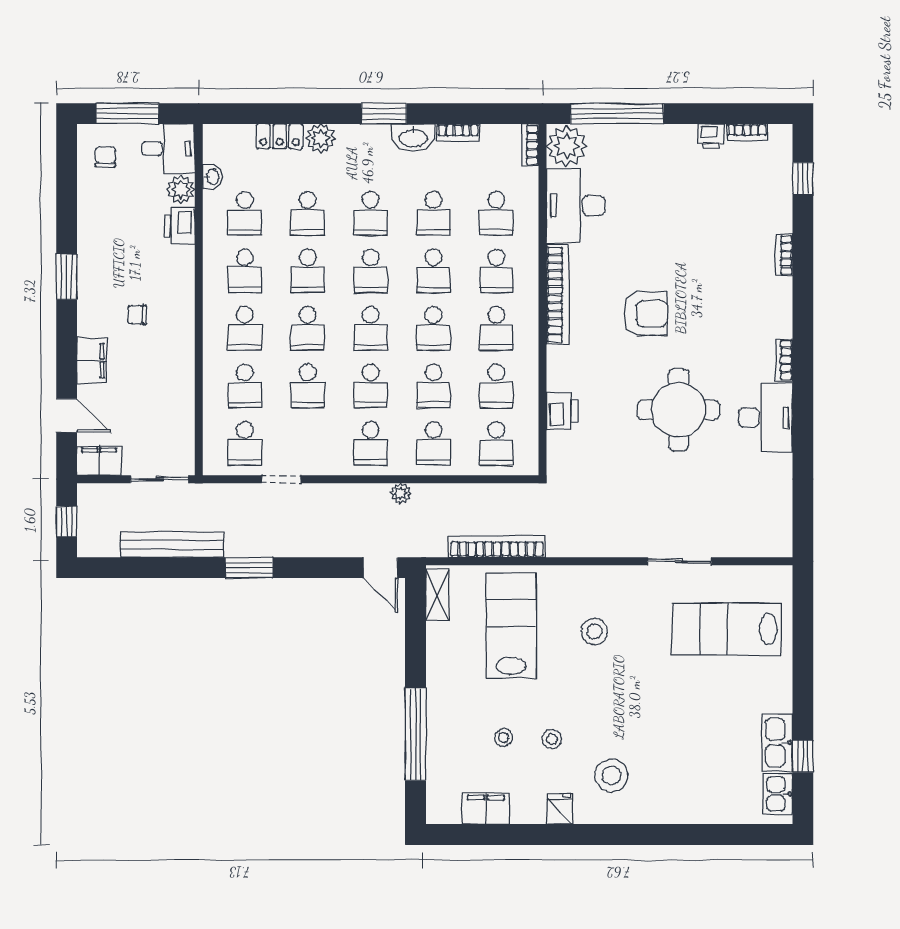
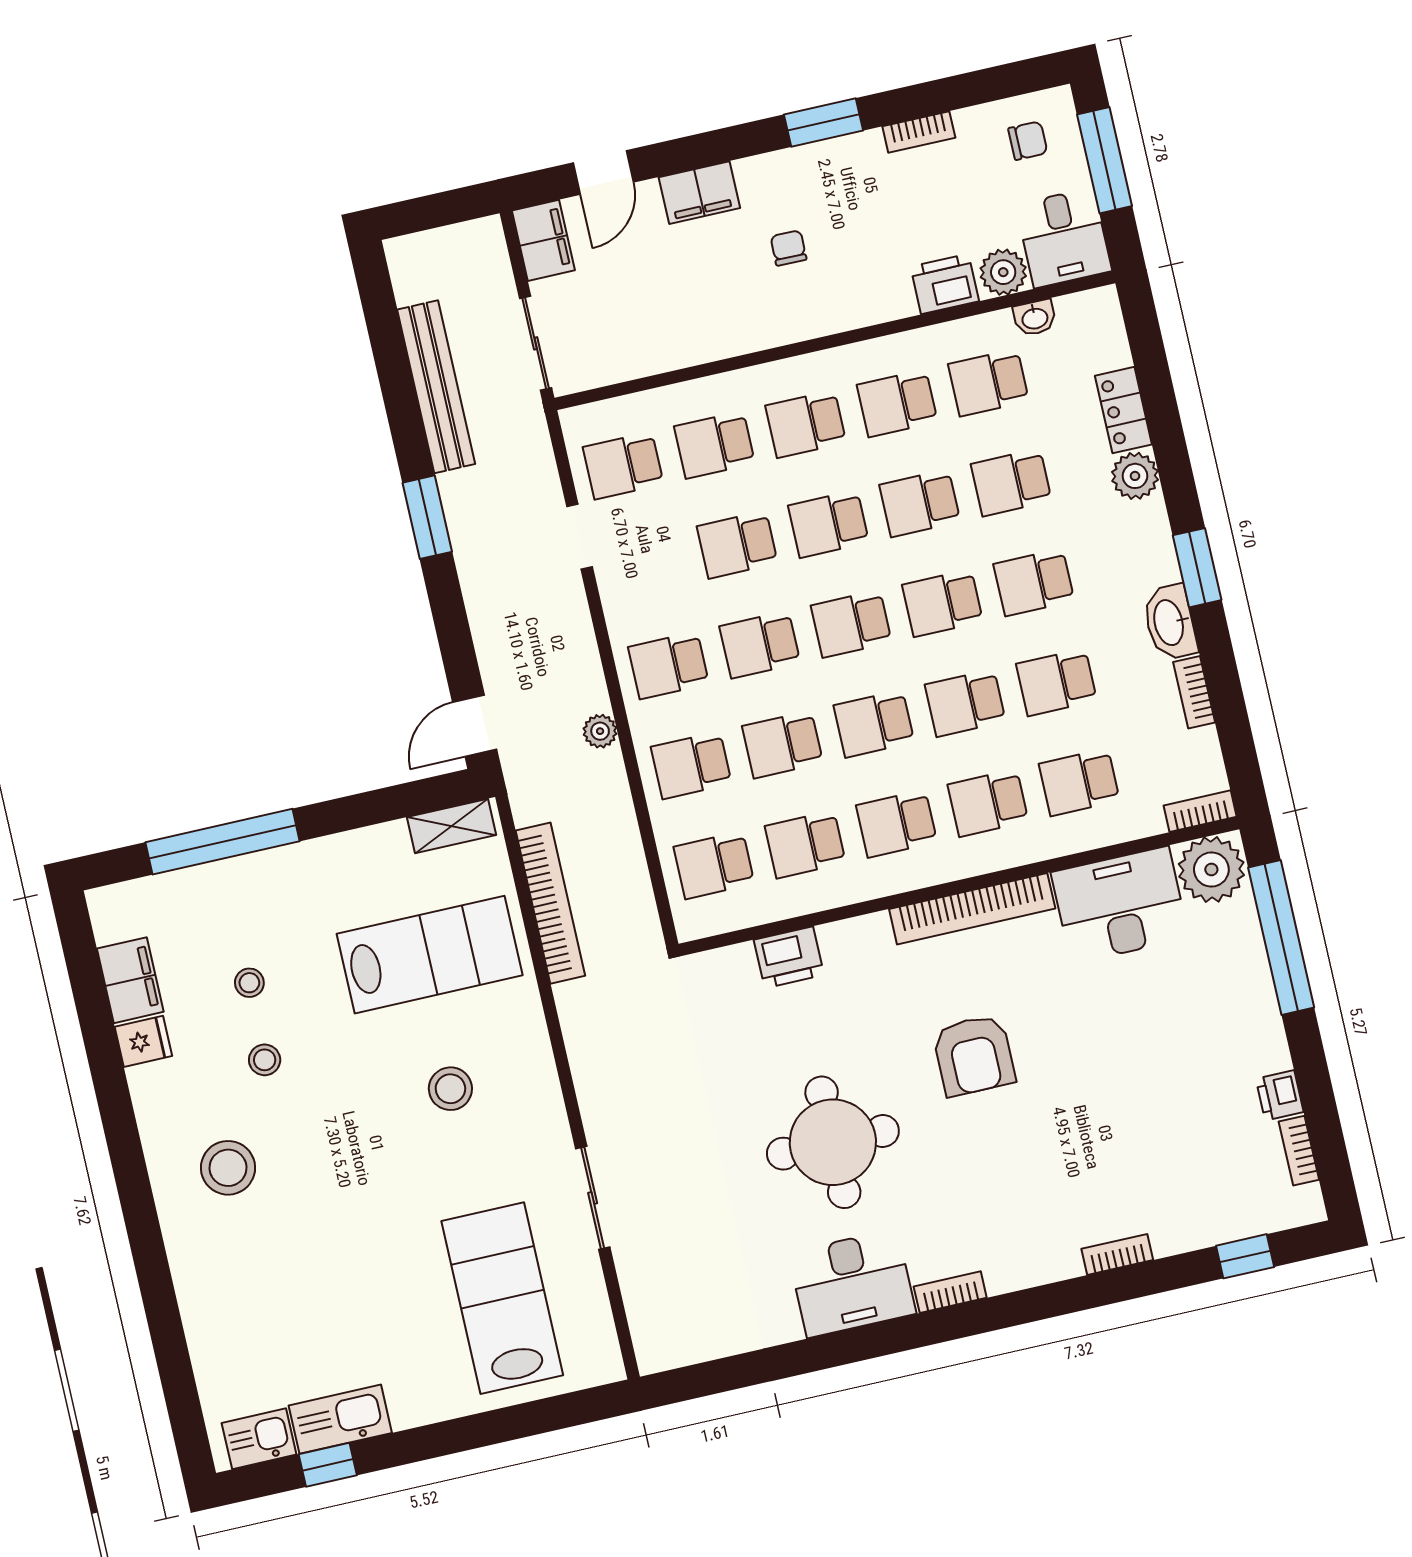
bookcase: (85, 221) -> (919, 132), added
window: (67, 522) -> (435, 211), removed
fridge: (560, 809) -> (143, 1041), moved

